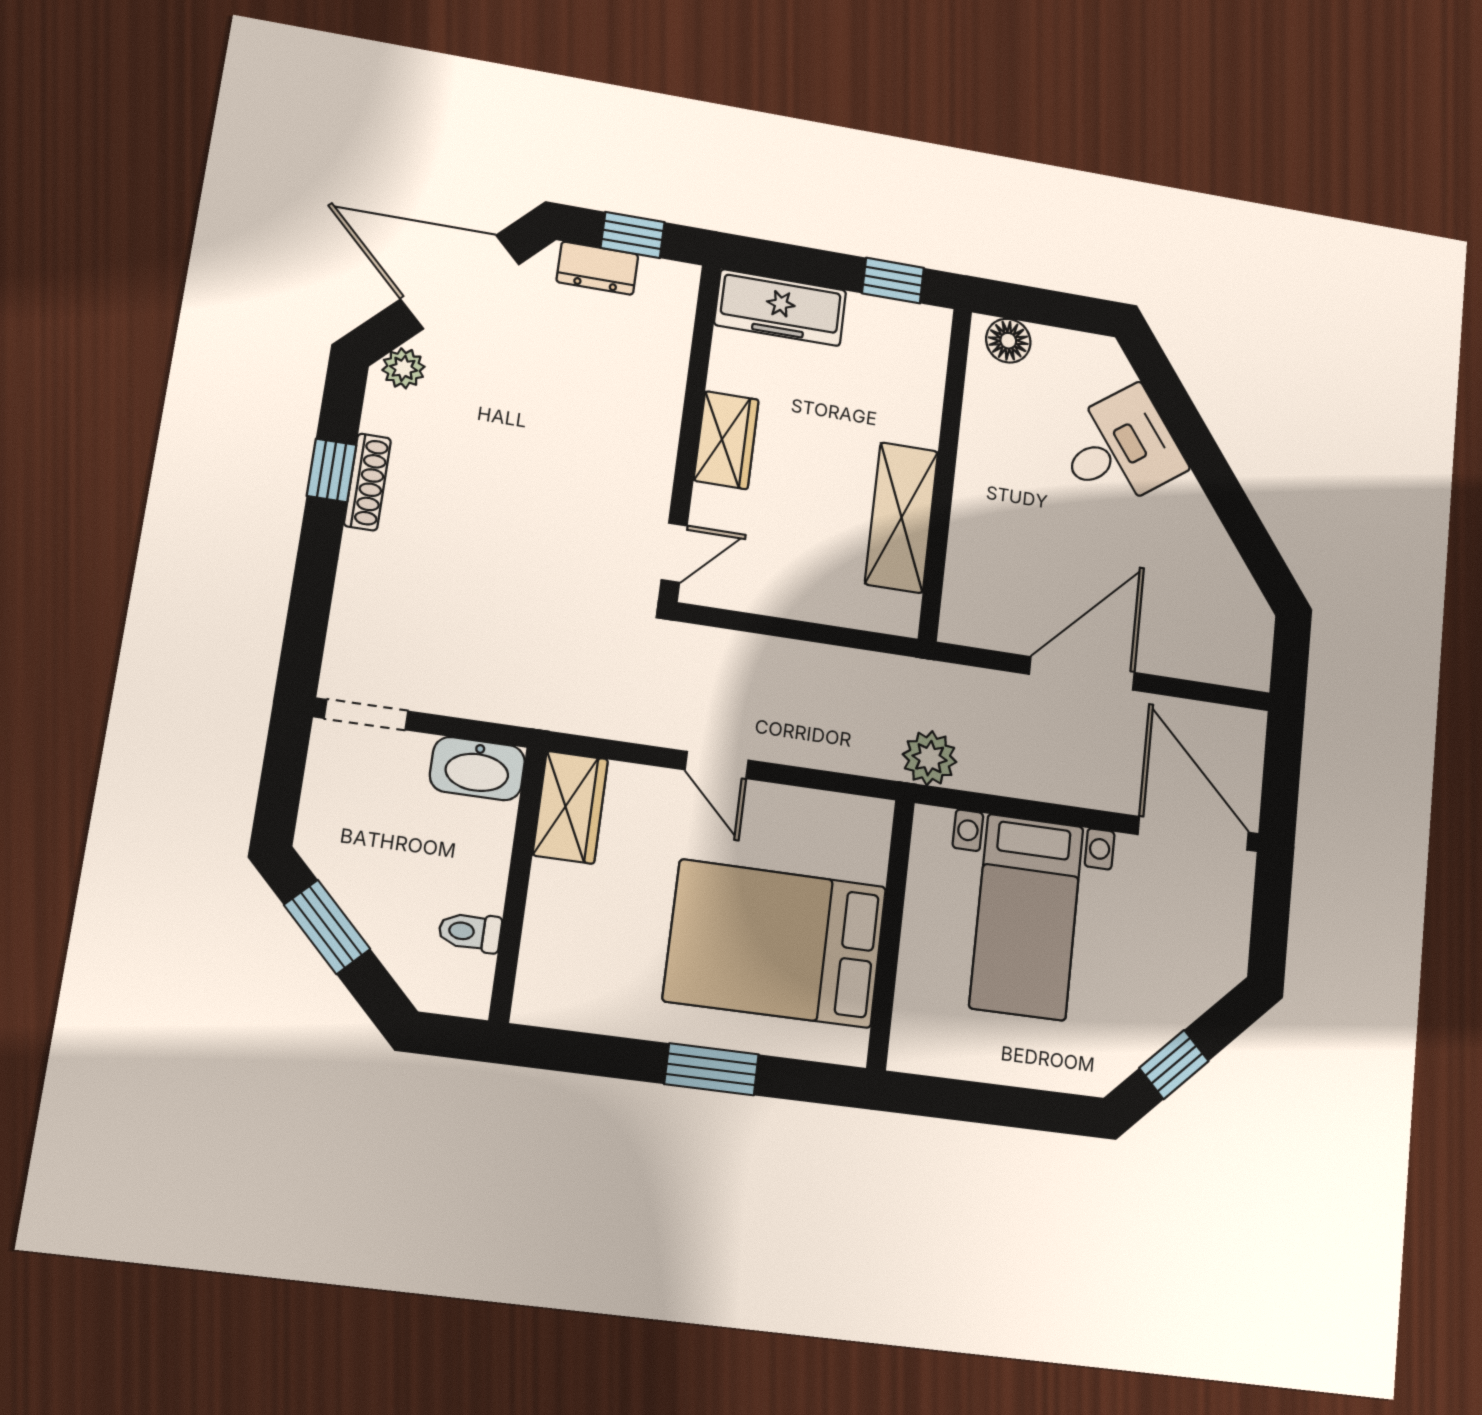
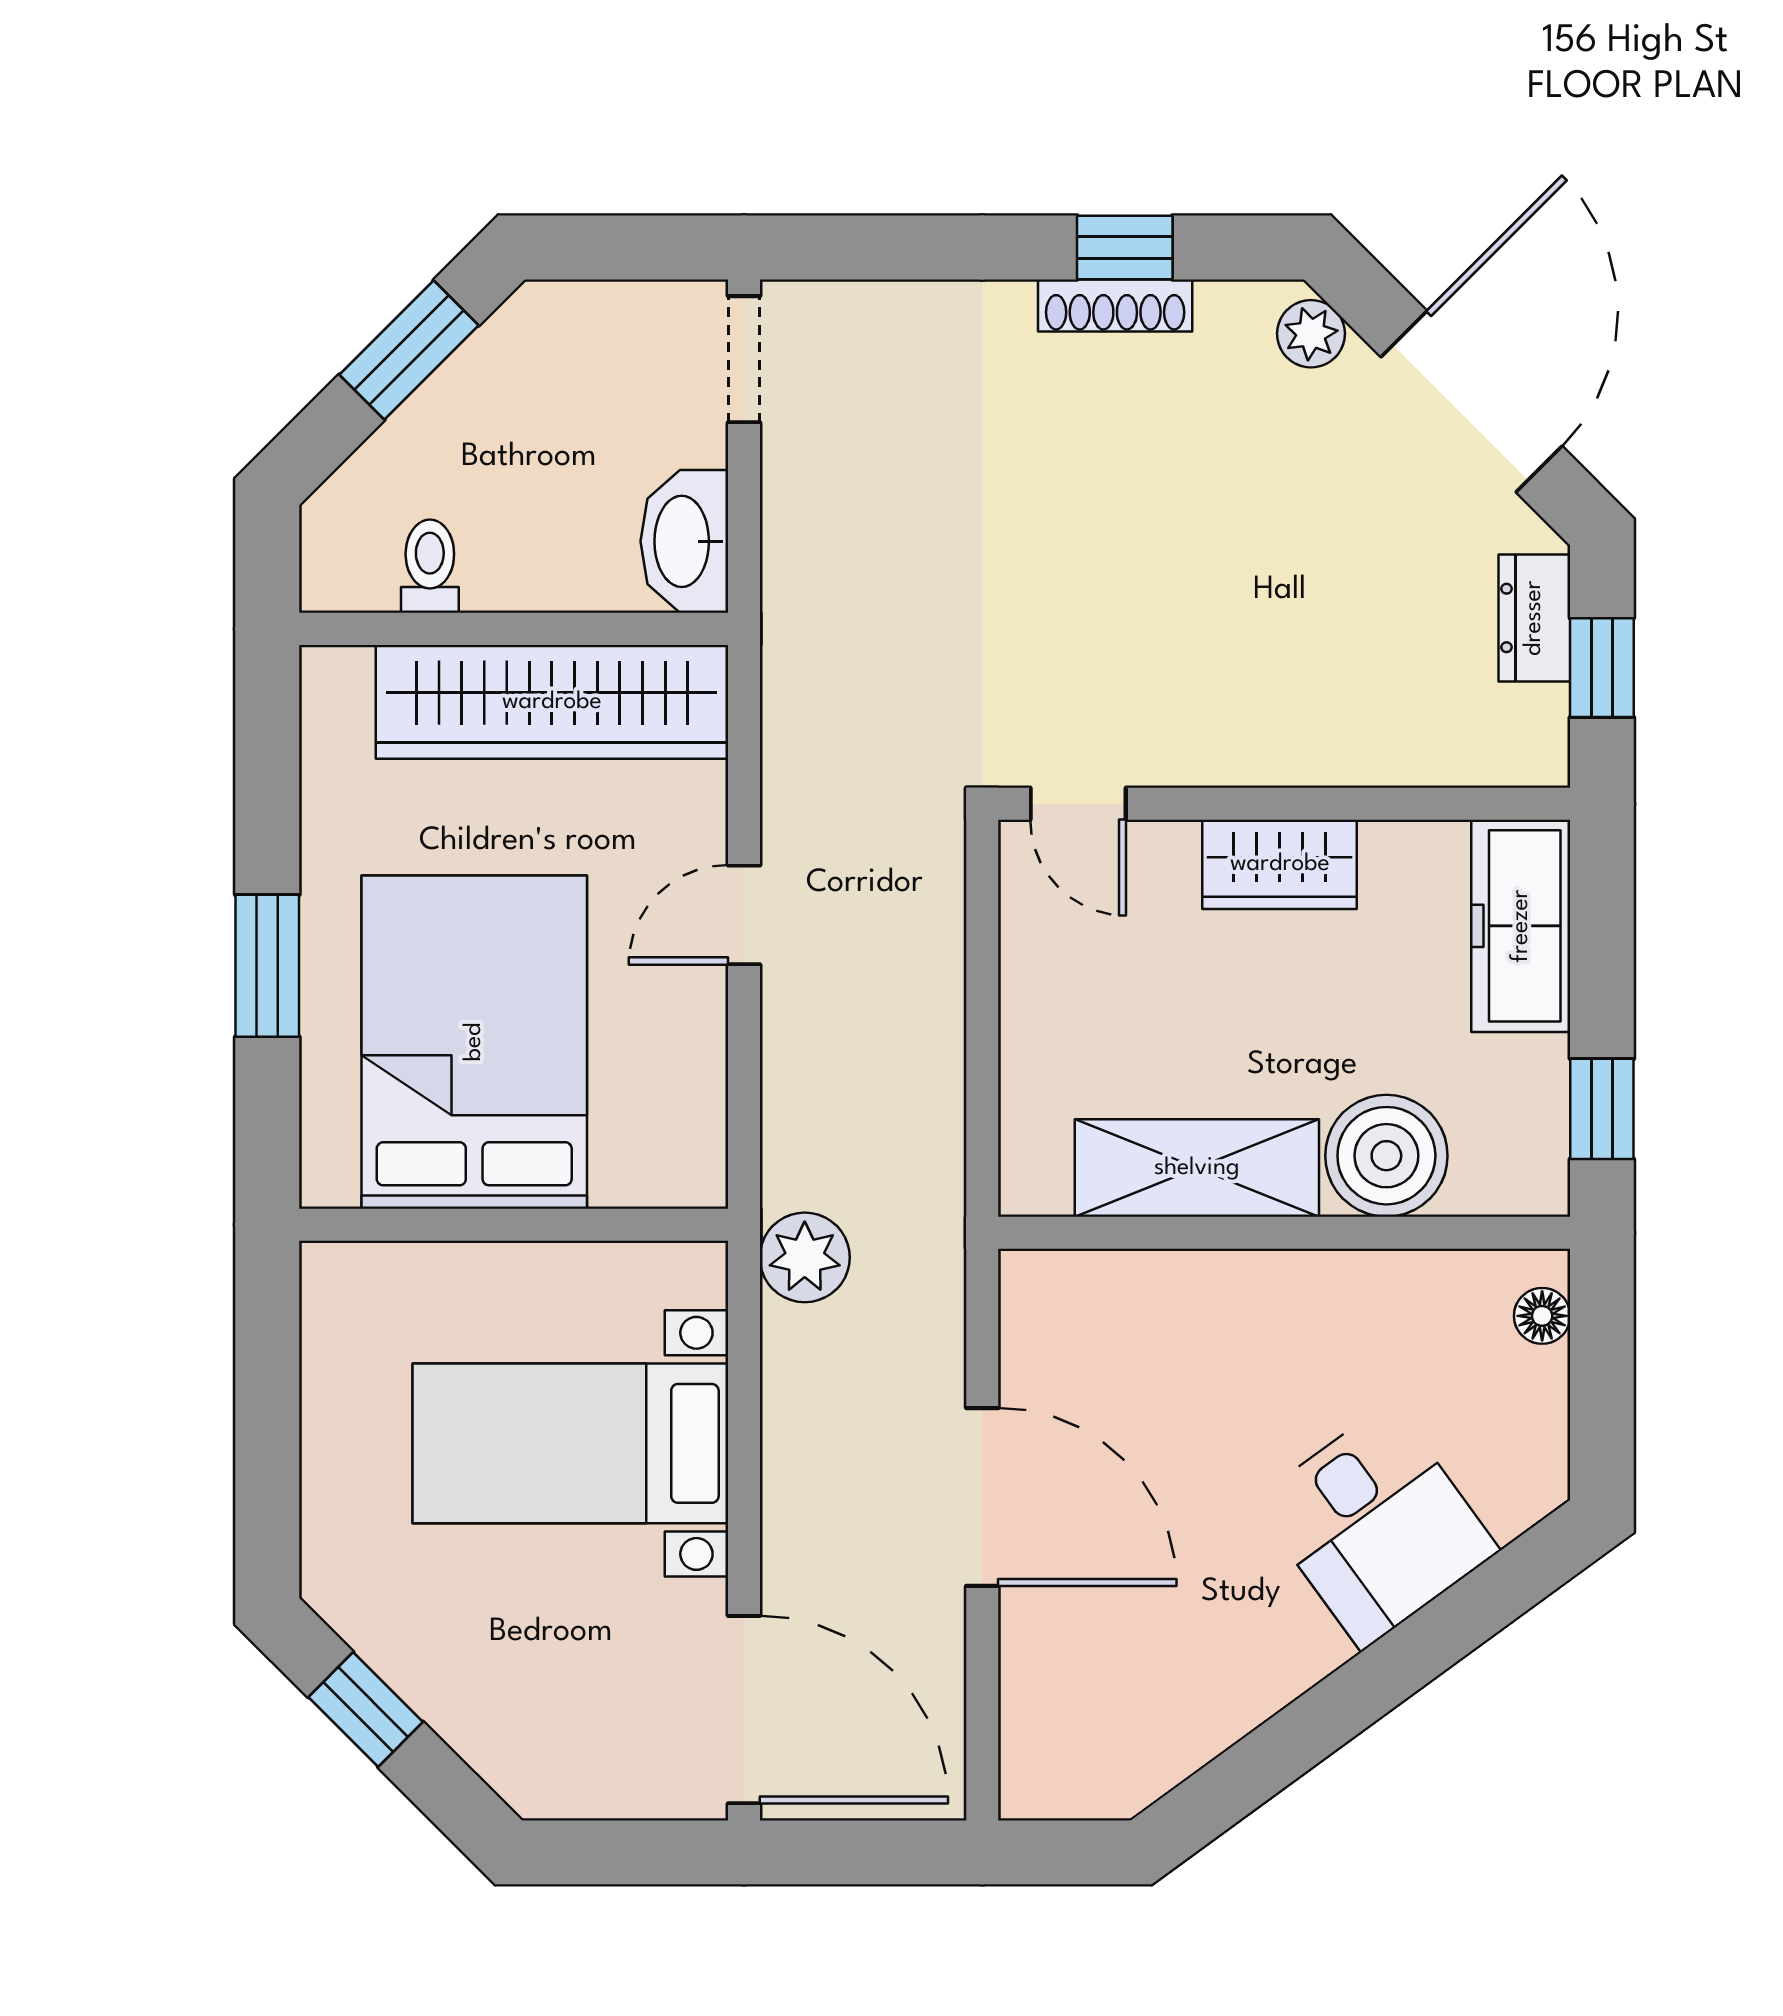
floor lamp: (1008, 341) -> (1542, 1316), width x0.73, depth x0.73
boiler: (907, 407) -> (1386, 1156), added
wardrobe: (570, 807) -> (552, 702), width x2.10, depth x1.17
door: (1193, 833) -> (744, 1710), hinge flipped

